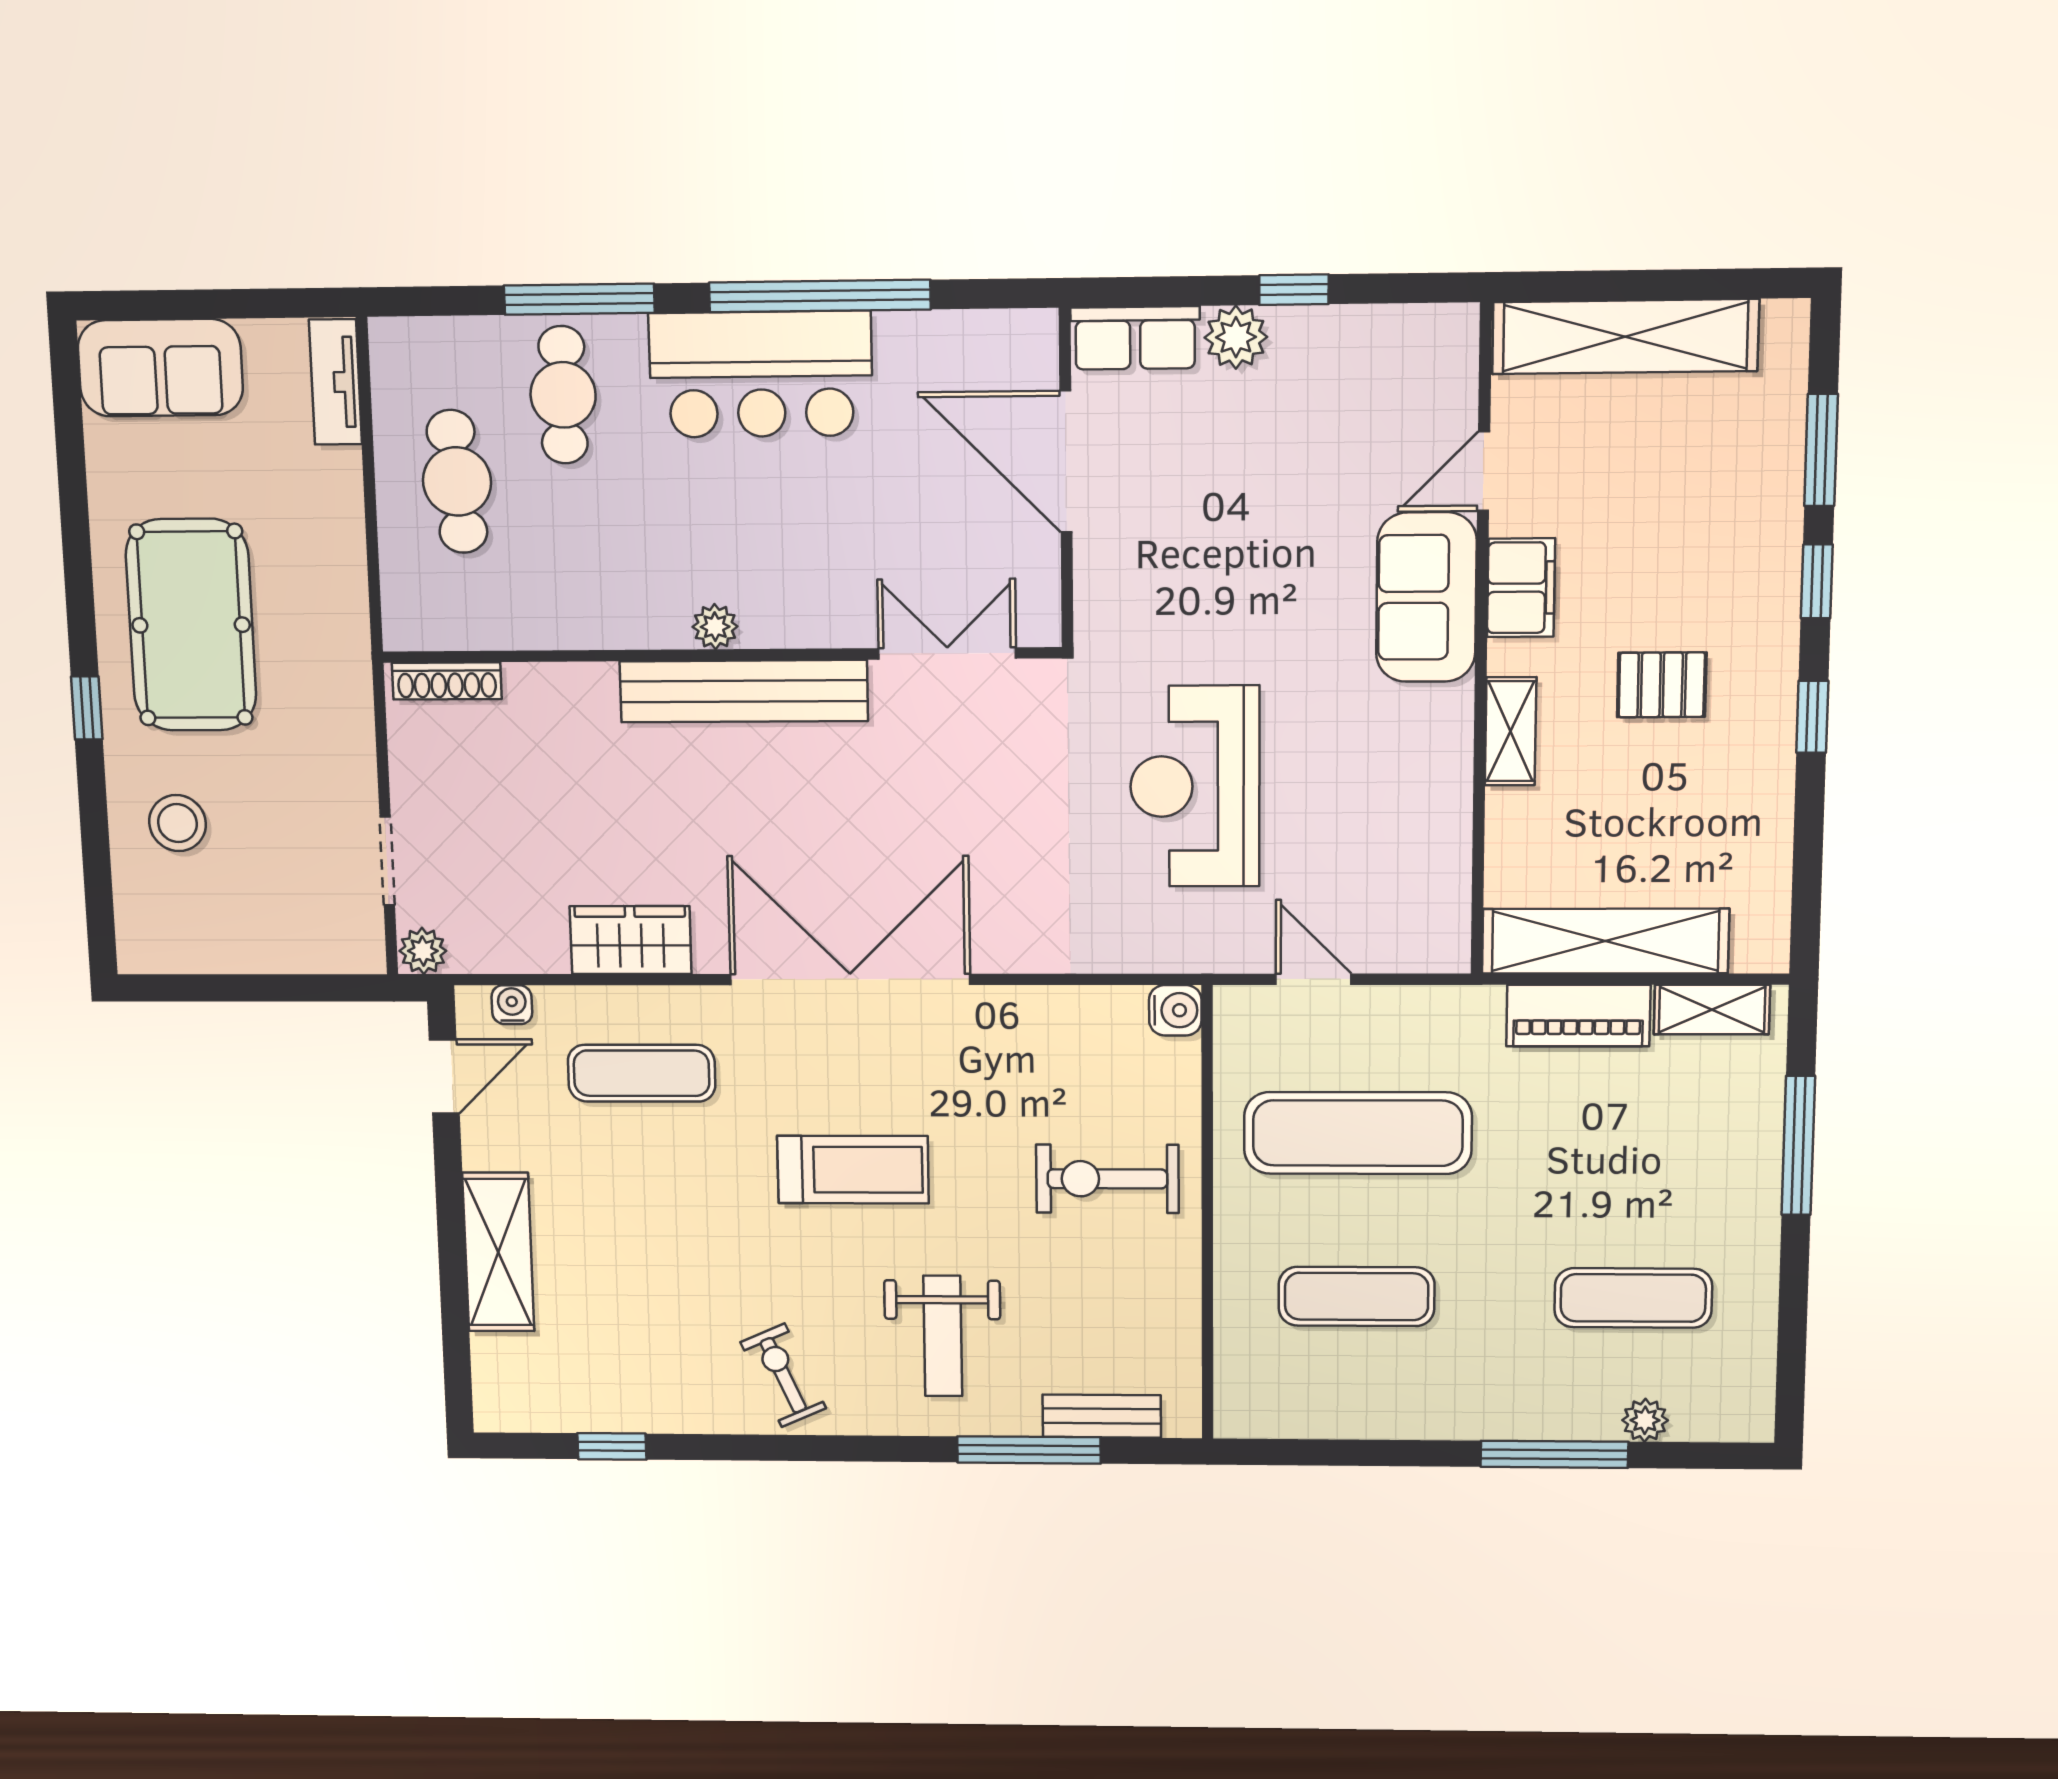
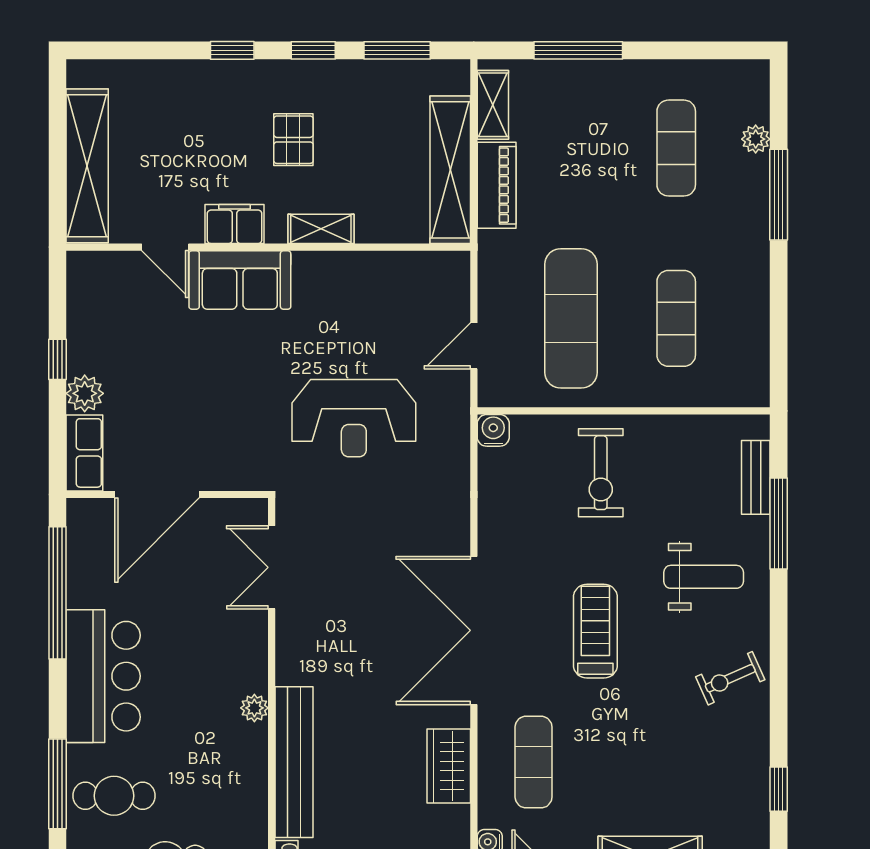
window: (820, 296) -> (57, 593), moved
window: (1821, 450) -> (397, 50), moved
bench: (744, 691) -> (294, 762), moved

